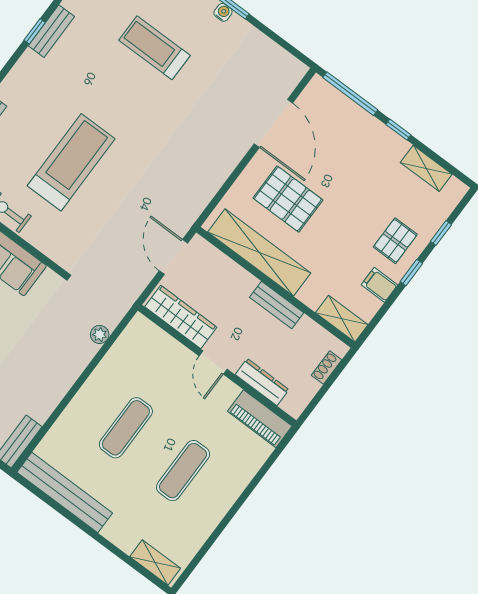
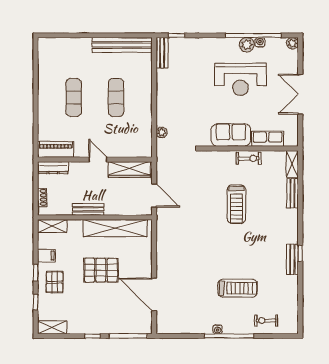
treadmill: (71, 162) -> (236, 204), width x0.73, depth x0.73
shelving: (426, 168) -> (52, 327), moved
pallet: (288, 199) -> (101, 270), moved
dresser: (262, 382) -> (53, 168), moved
shelving: (155, 562) -> (54, 44), removed

